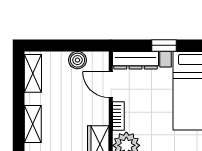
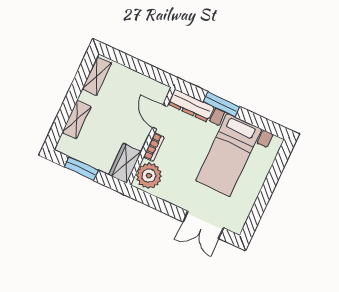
window: (164, 45) -> (221, 104), width x1.50
boiler: (77, 60) -> (141, 82), removed

